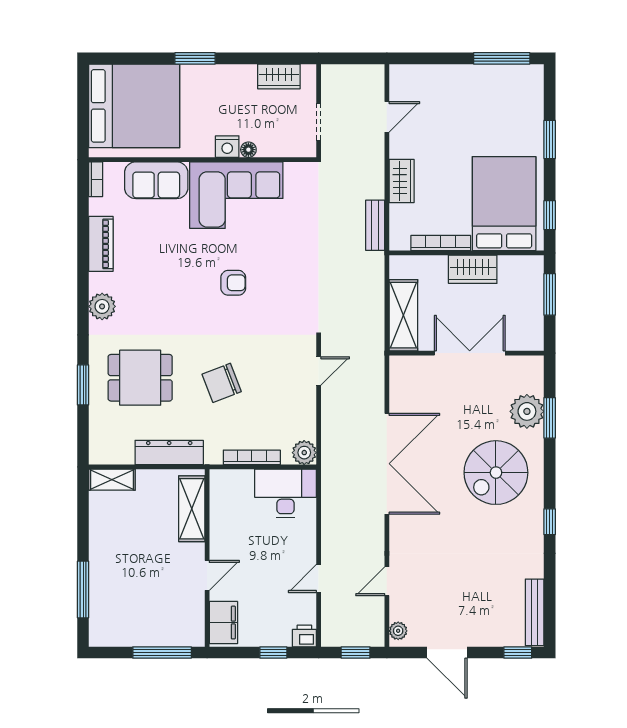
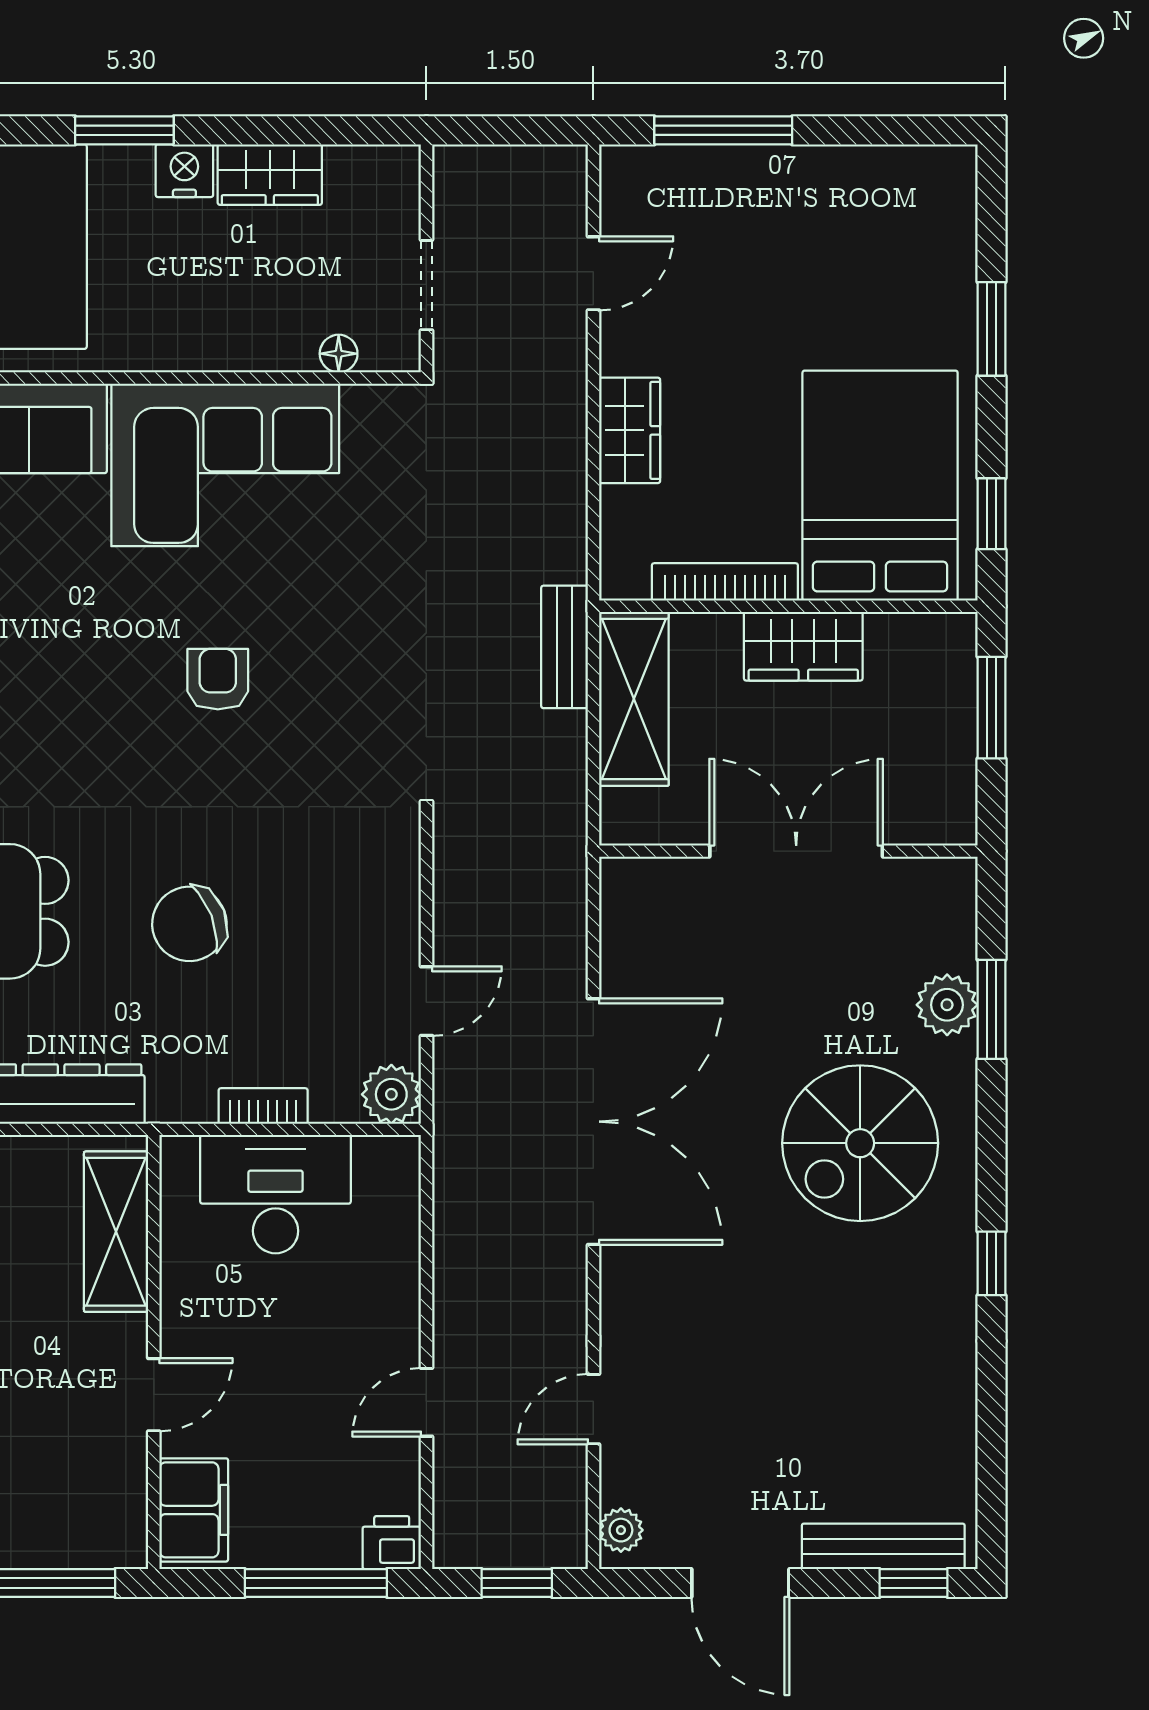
window: (502, 58) -> (723, 130), moved
wardrobe: (279, 76) -> (270, 175), moved
nightstand: (227, 147) -> (184, 171), moved, turned 180
floor lamp: (248, 150) -> (339, 354), moved
bench: (375, 225) -> (565, 647), moved
armchair: (233, 283) -> (218, 679), turned -90
shelving: (403, 315) -> (634, 699), moved
door: (319, 371) -> (426, 1001), moved
plant: (527, 411) -> (947, 1005), width x0.73, depth x0.73
bookcase: (252, 457) -> (263, 1106), width x0.64
desk: (286, 493) -> (276, 1194), moved
bench: (535, 612) -> (883, 1546), moved, turned 90
window: (273, 652) -> (316, 1583), width x2.17

